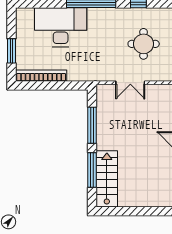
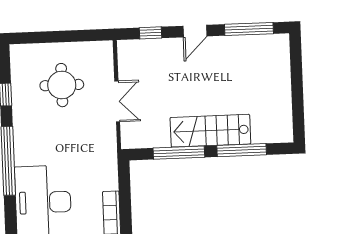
stairs: (107, 179) -> (210, 131), moved

